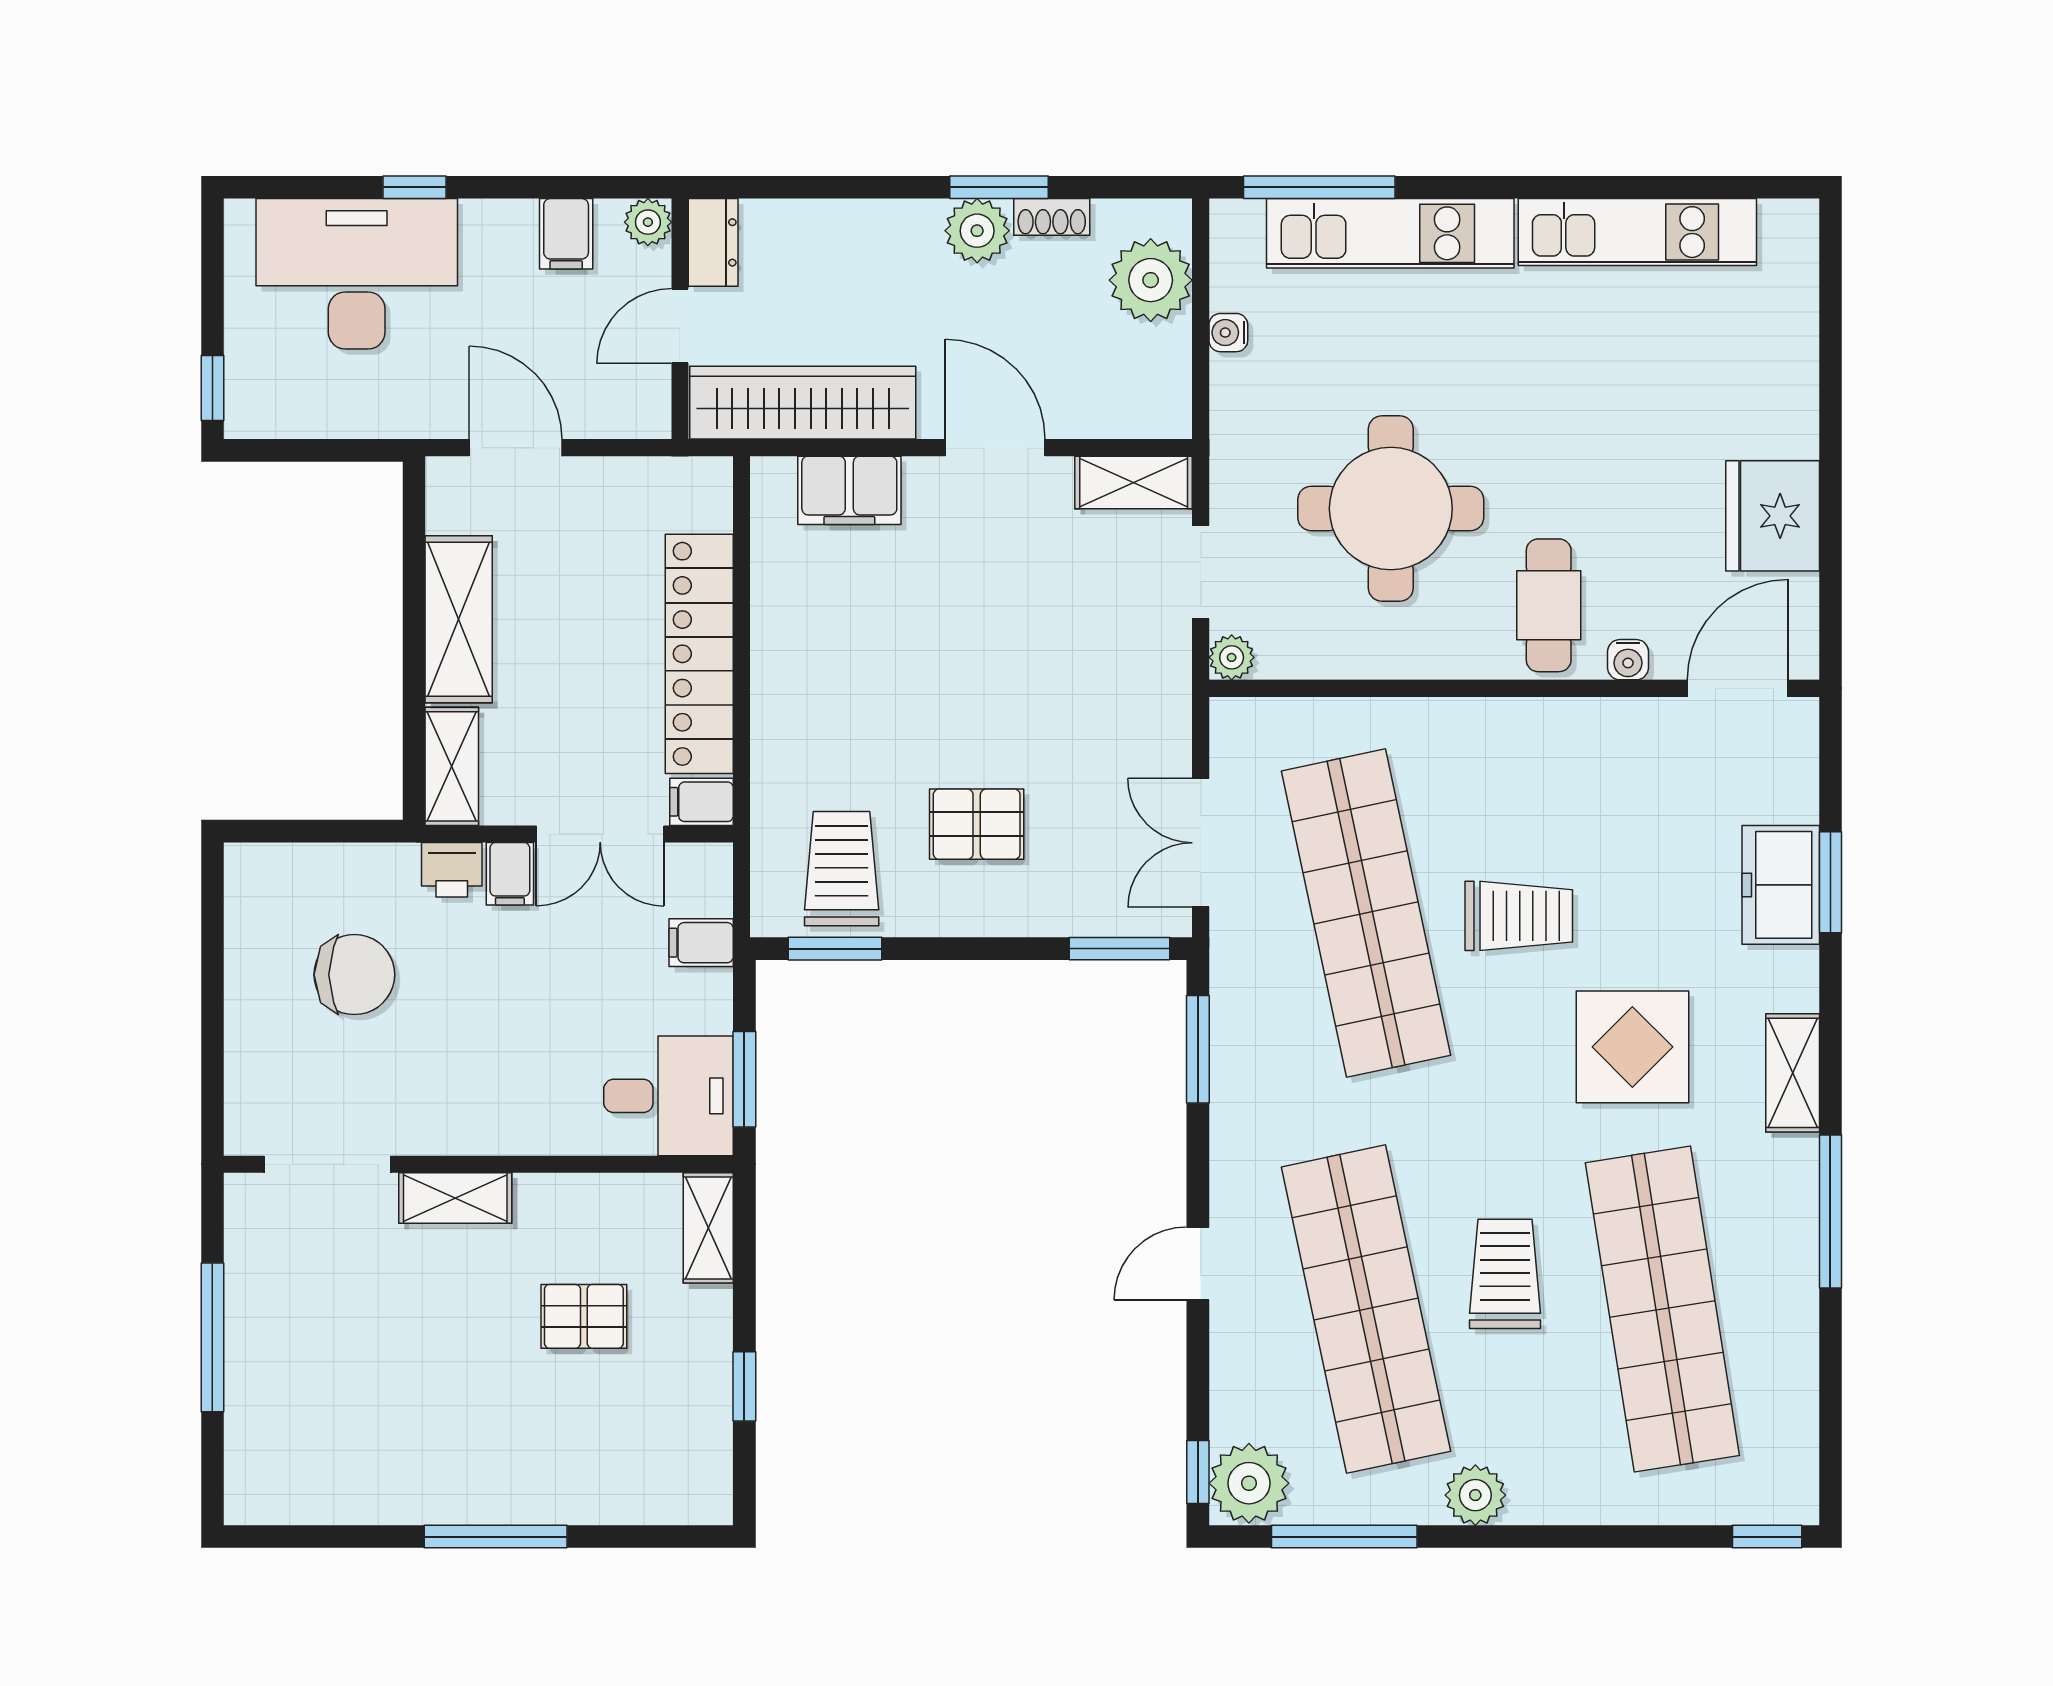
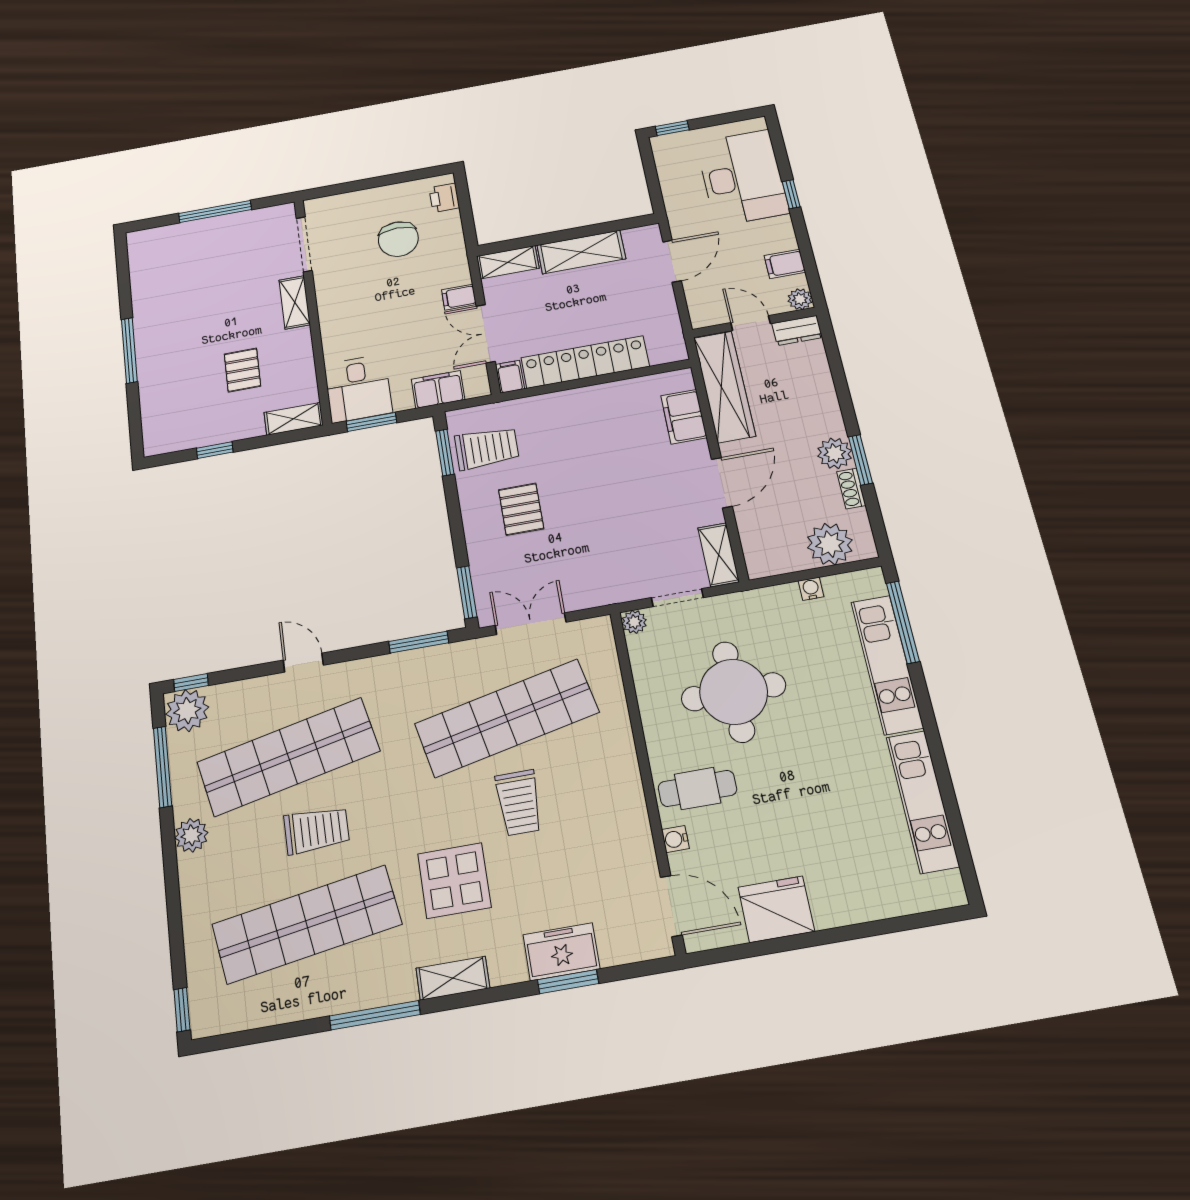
printer: (452, 870) -> (444, 198), moved
filing cabinet: (701, 943) -> (438, 389), width x2.00

